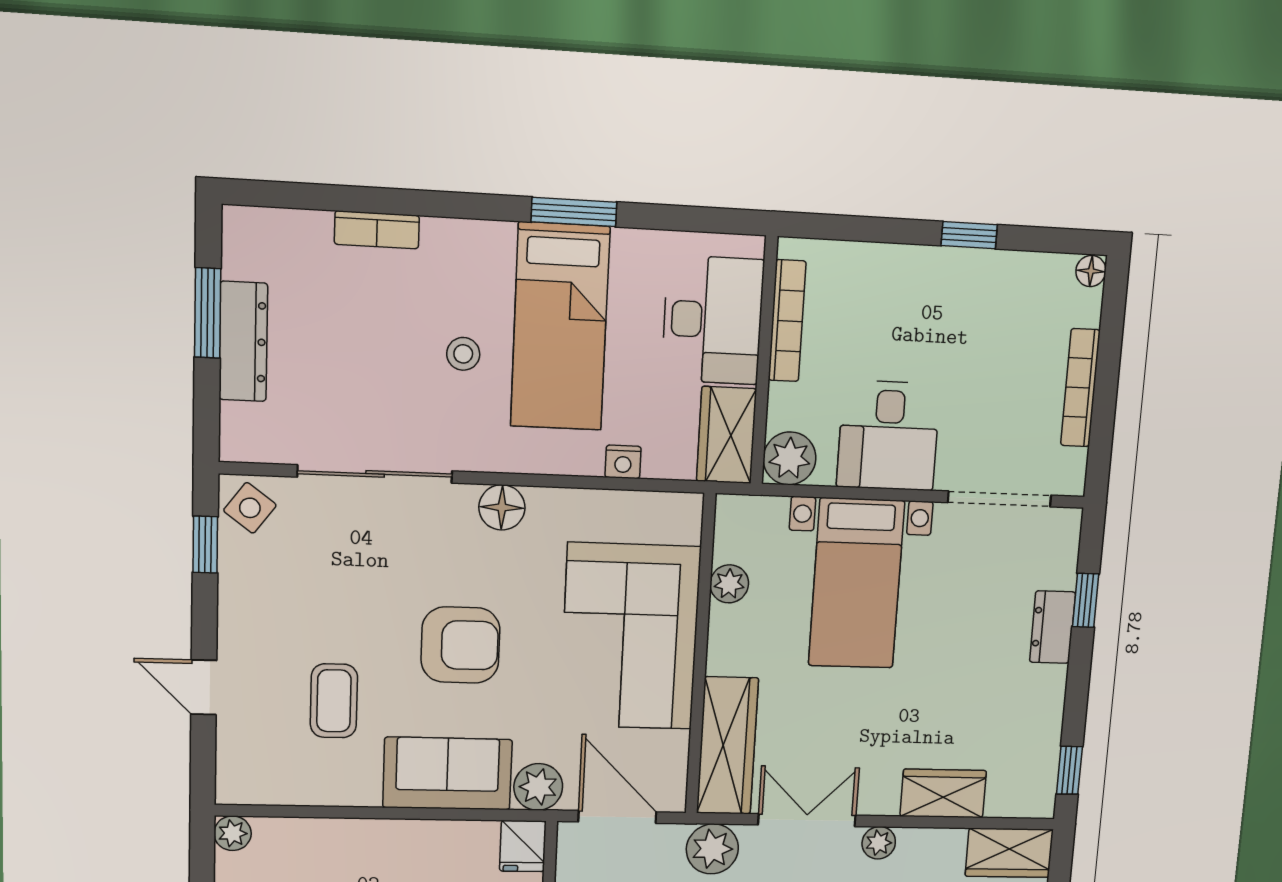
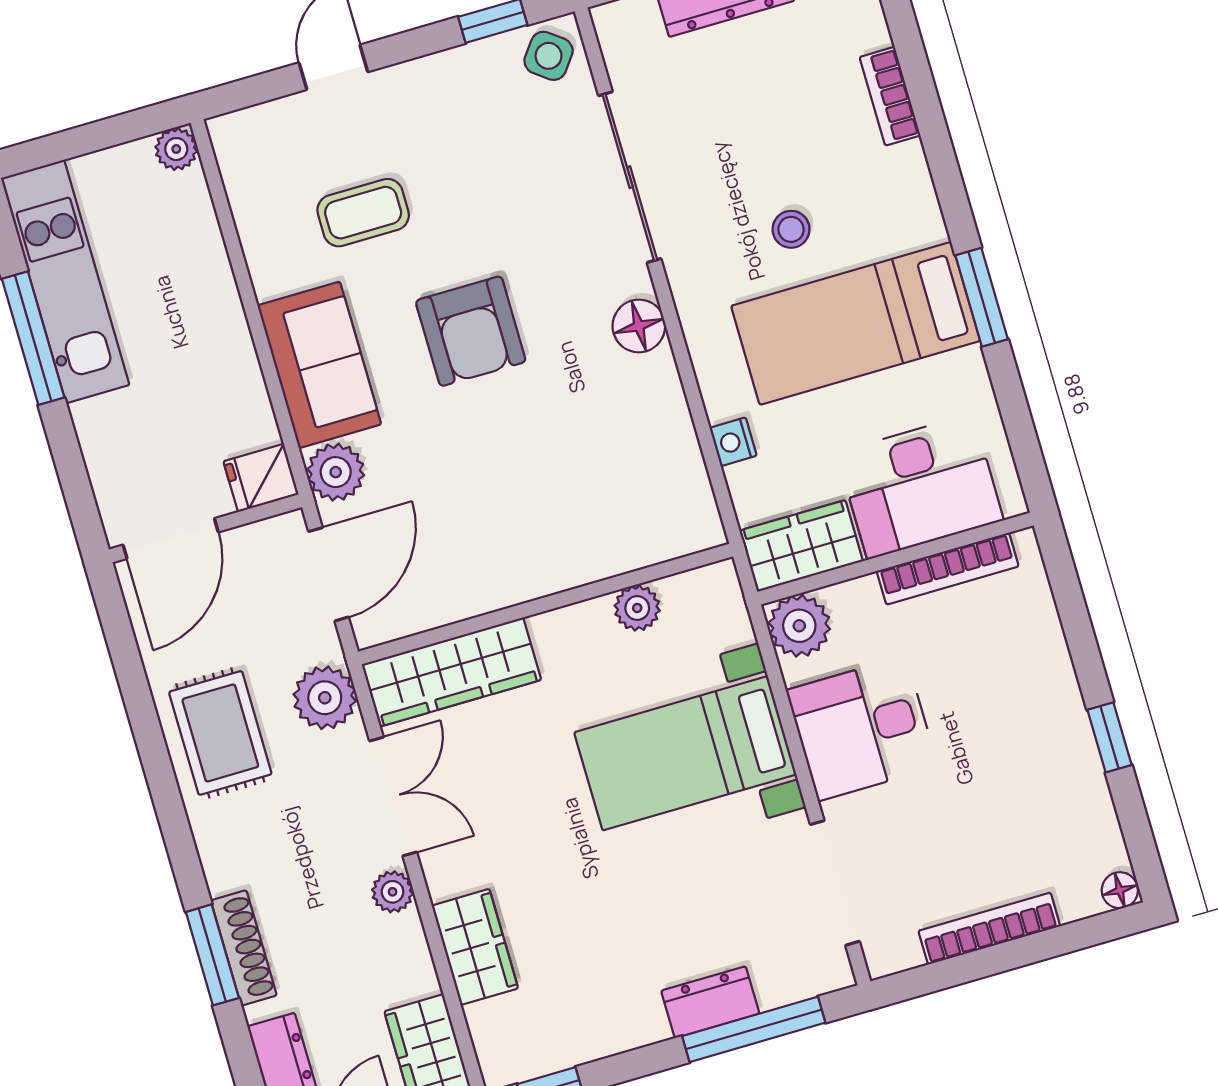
window: (1086, 600) -> (754, 1029), width x2.17
corner sofa: (630, 636) -> (541, 517), removed

